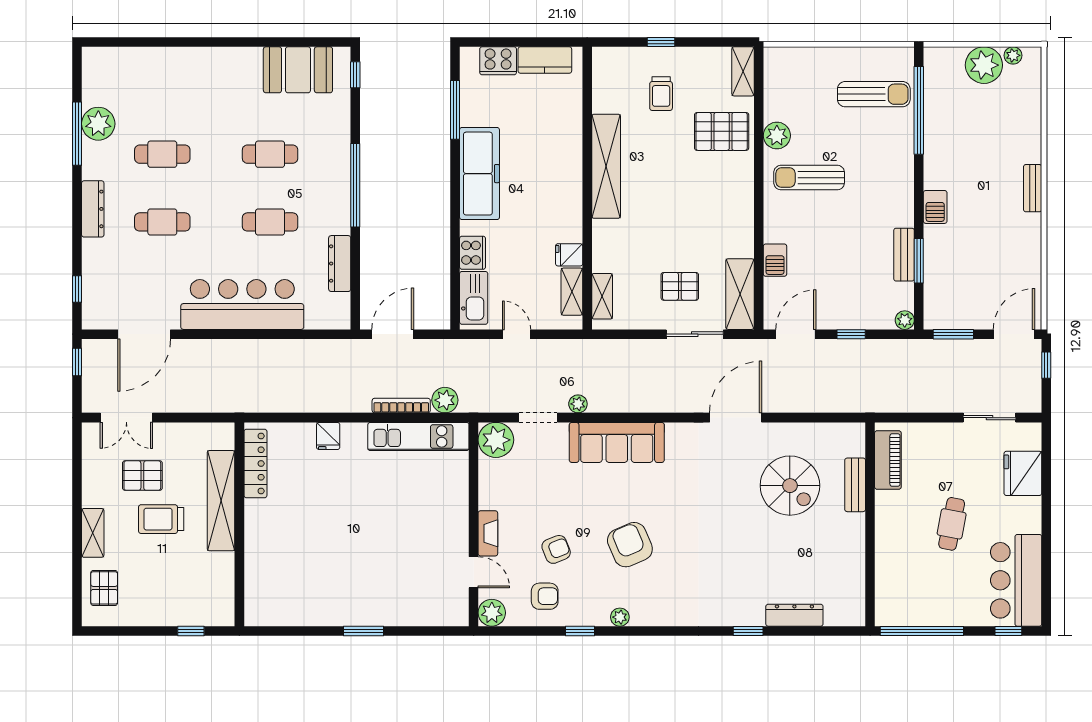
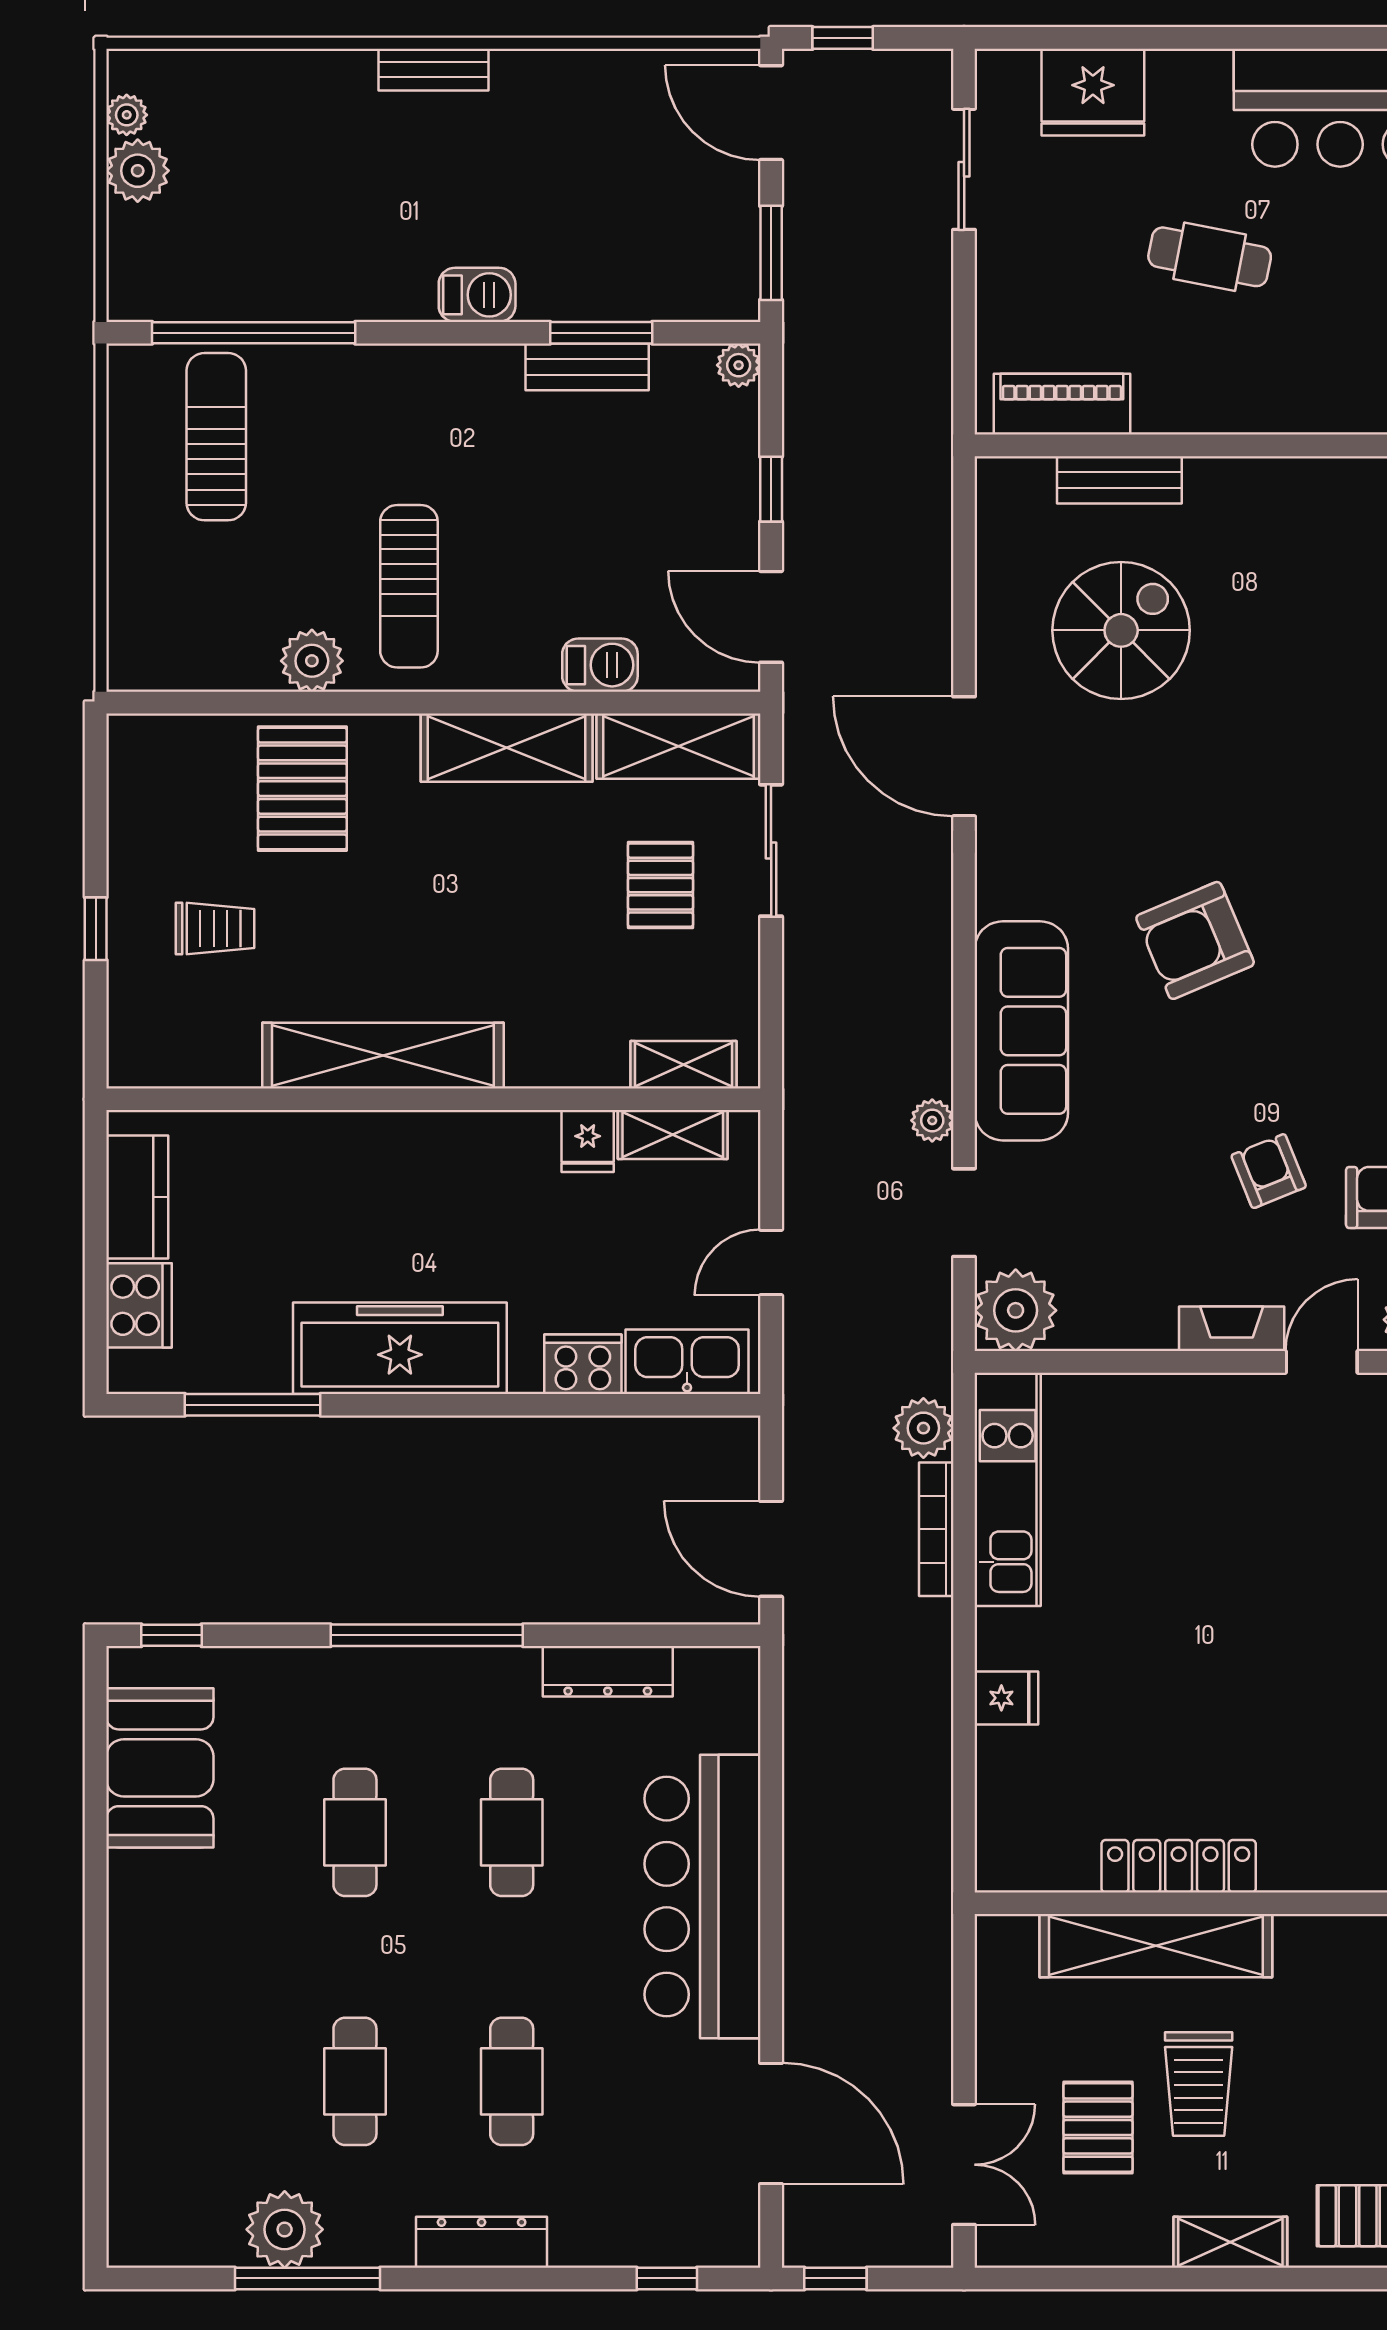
plant: (984, 65) -> (138, 171), width x0.73, depth x0.73
shelving: (743, 71) -> (507, 748), moved, width x1.50, depth x1.33
locker: (255, 463) -> (1179, 1866), moved
armchair: (630, 545) -> (1195, 940), moved

